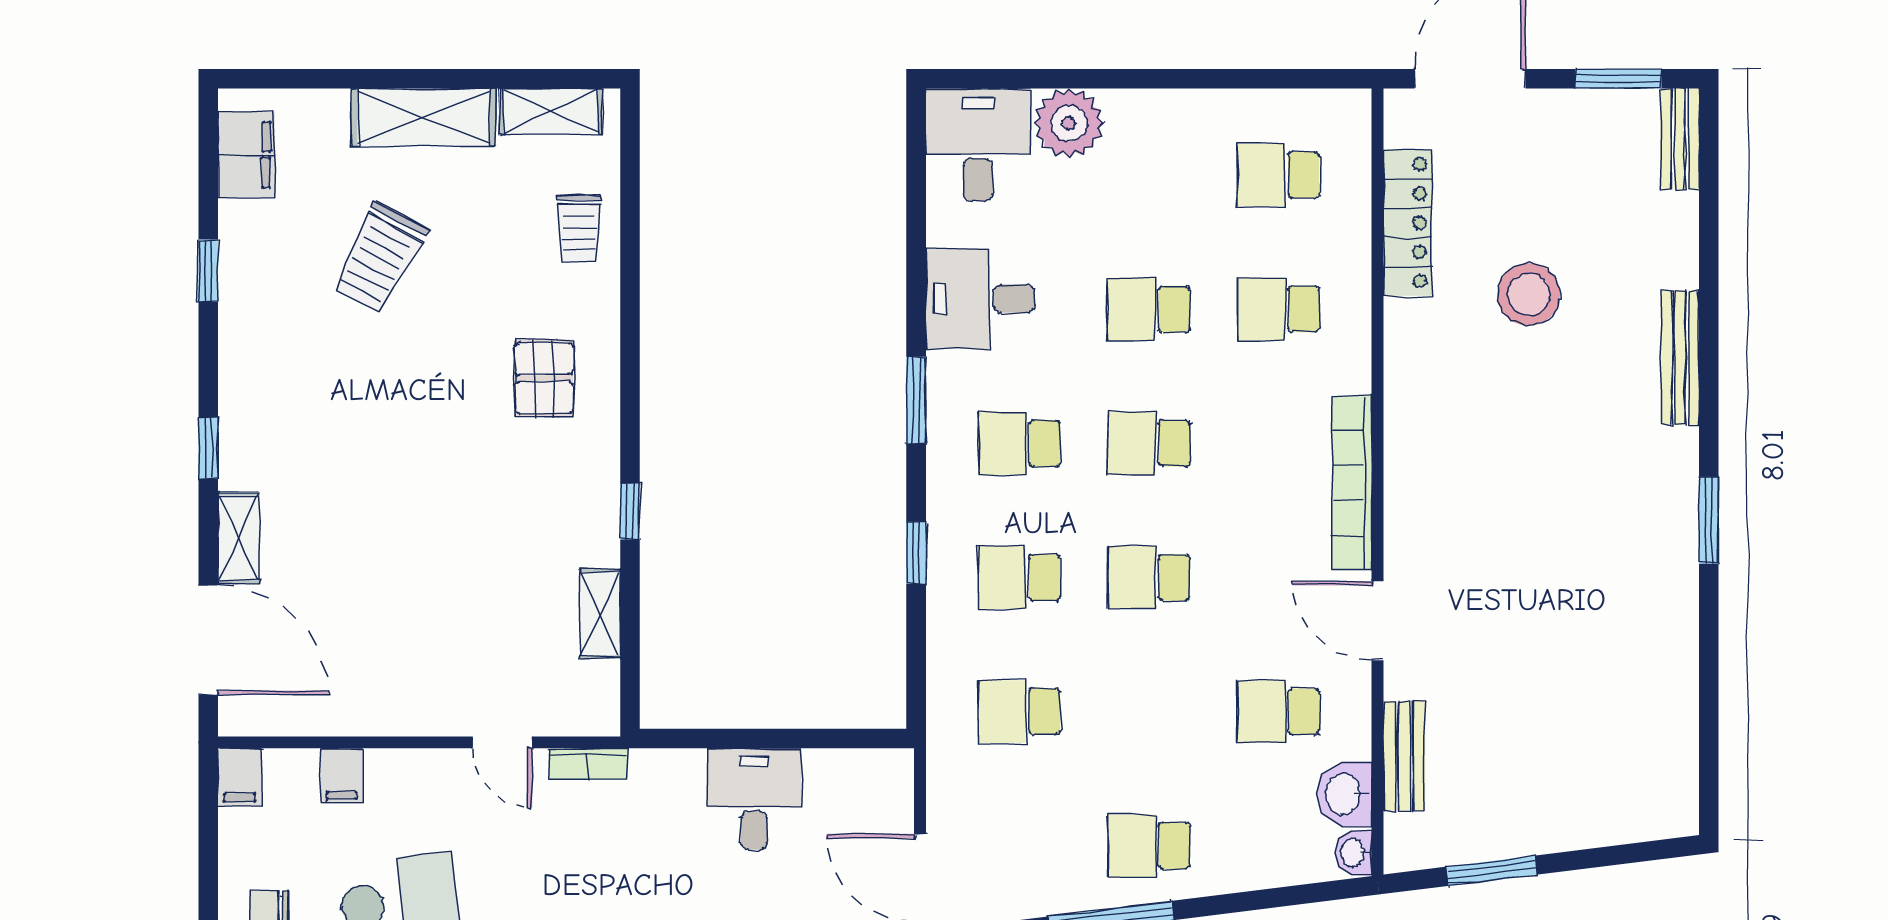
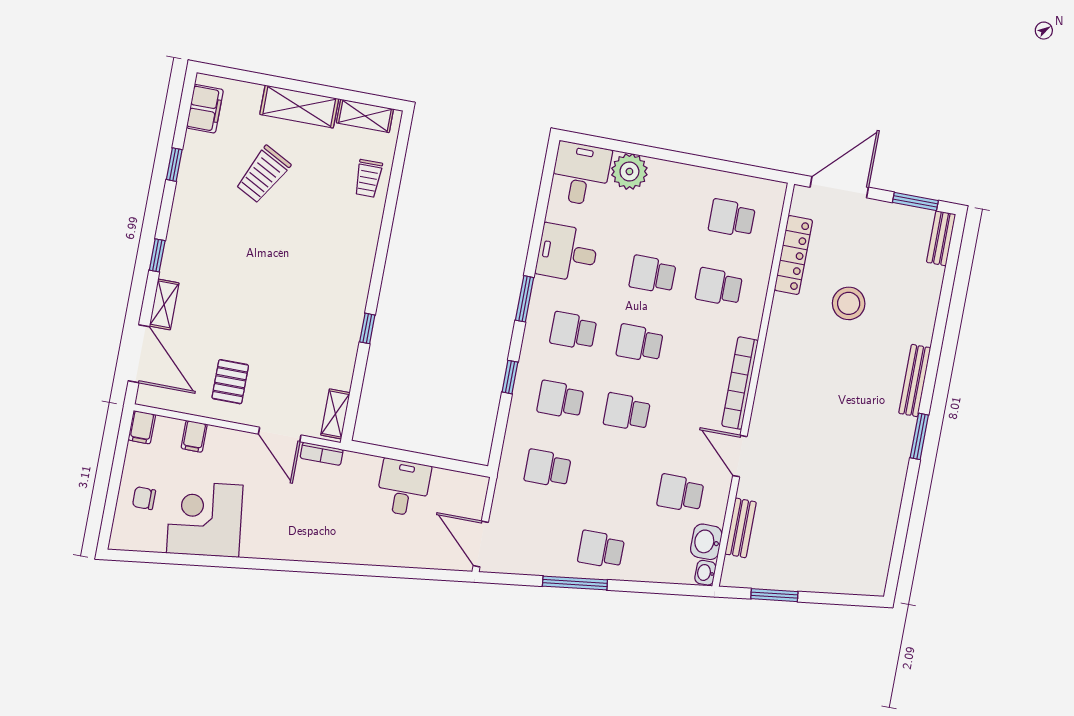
bench: (1680, 358) -> (915, 381), moved
pallet: (544, 378) -> (230, 382), moved
shelving: (600, 614) -> (335, 414), moved
door: (502, 742) -> (280, 435), width x1.38

